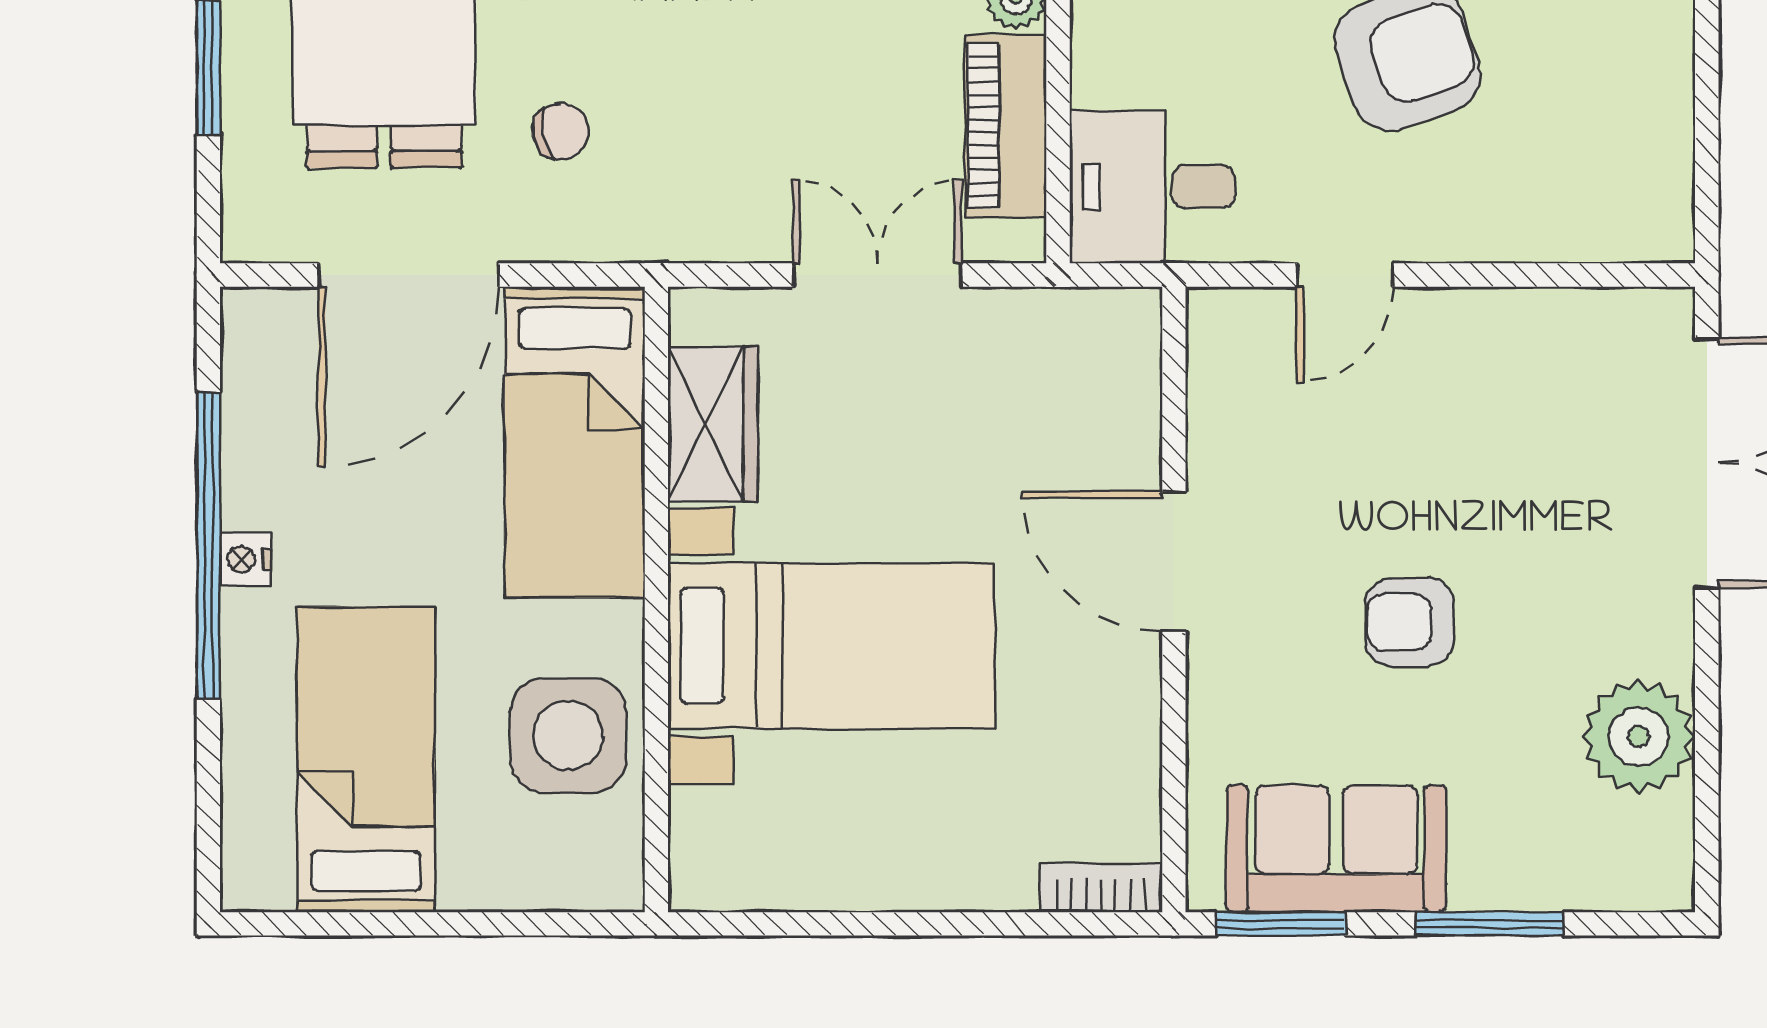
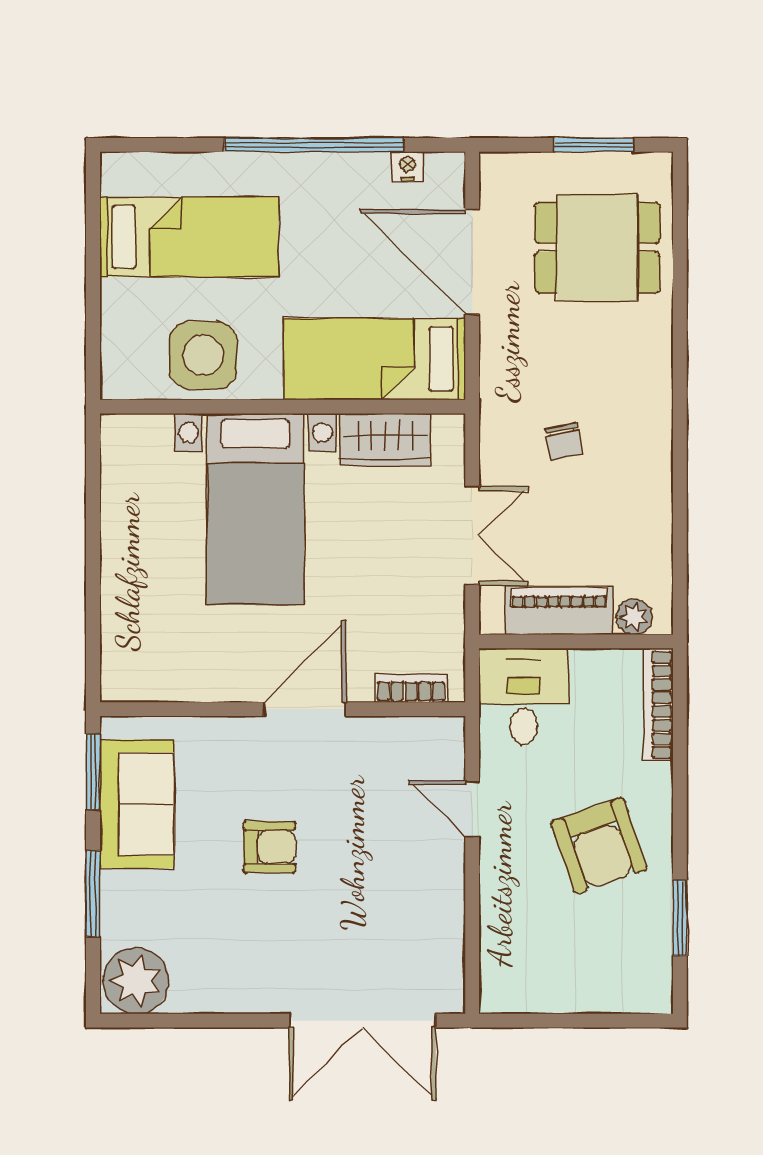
chair: (560, 131) -> (564, 441), moved
nightstand: (245, 559) -> (407, 167), moved
armchair: (1410, 622) -> (269, 847), turned 90
plant: (1639, 737) -> (136, 981), moved
bookcase: (1101, 888) -> (411, 688), moved, turned -90

